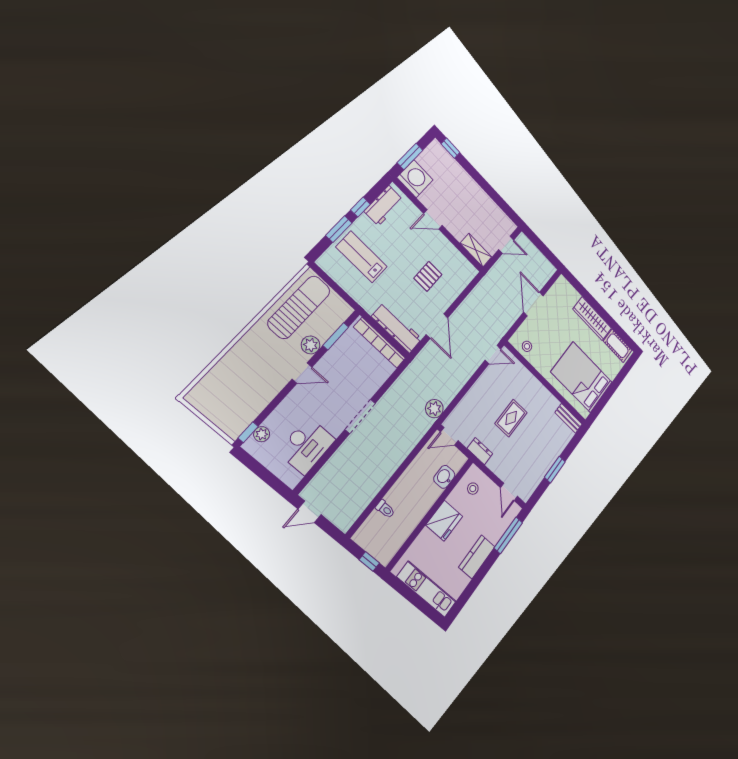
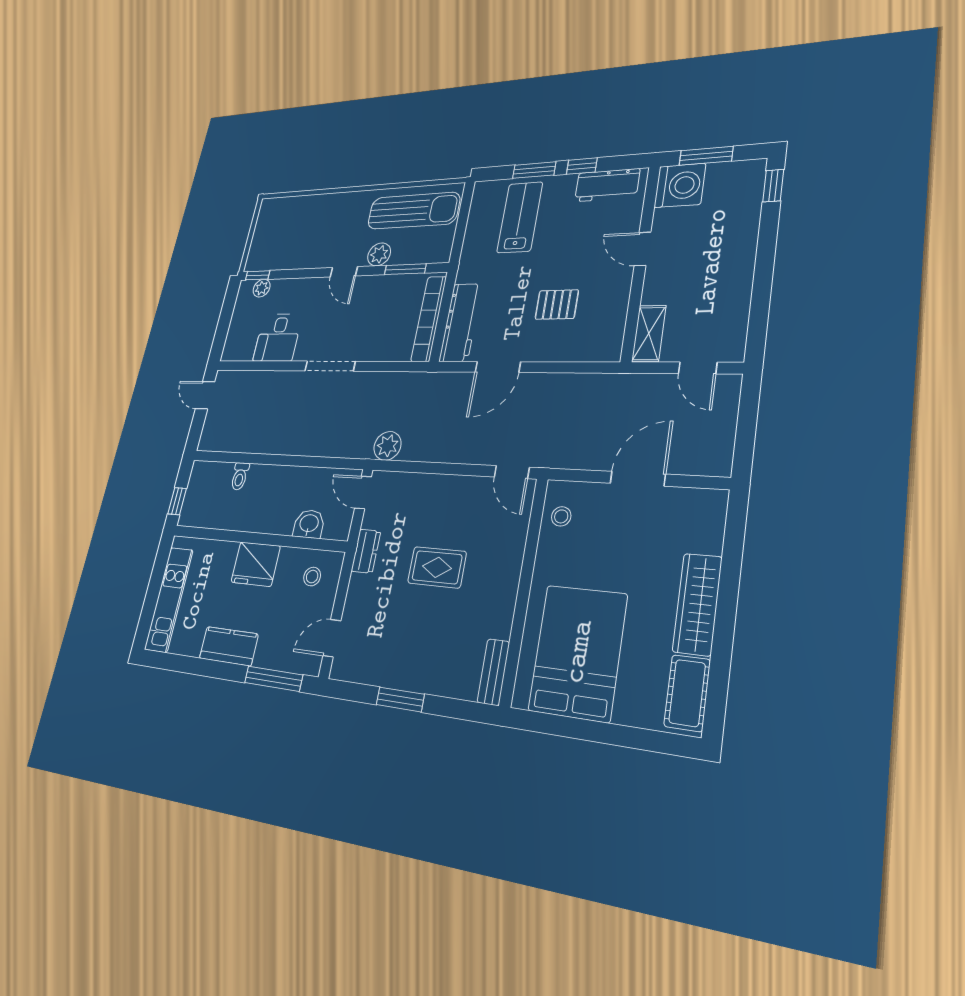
desk: (307, 446) -> (278, 338), width x0.73

